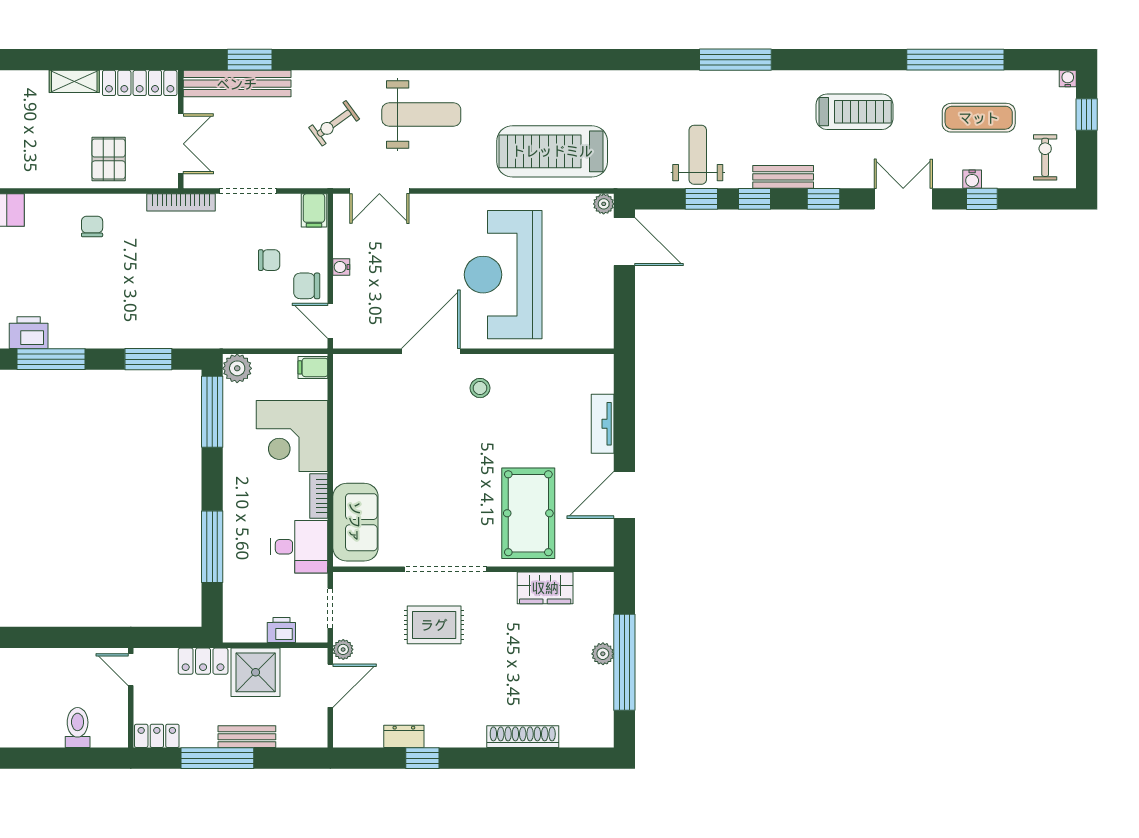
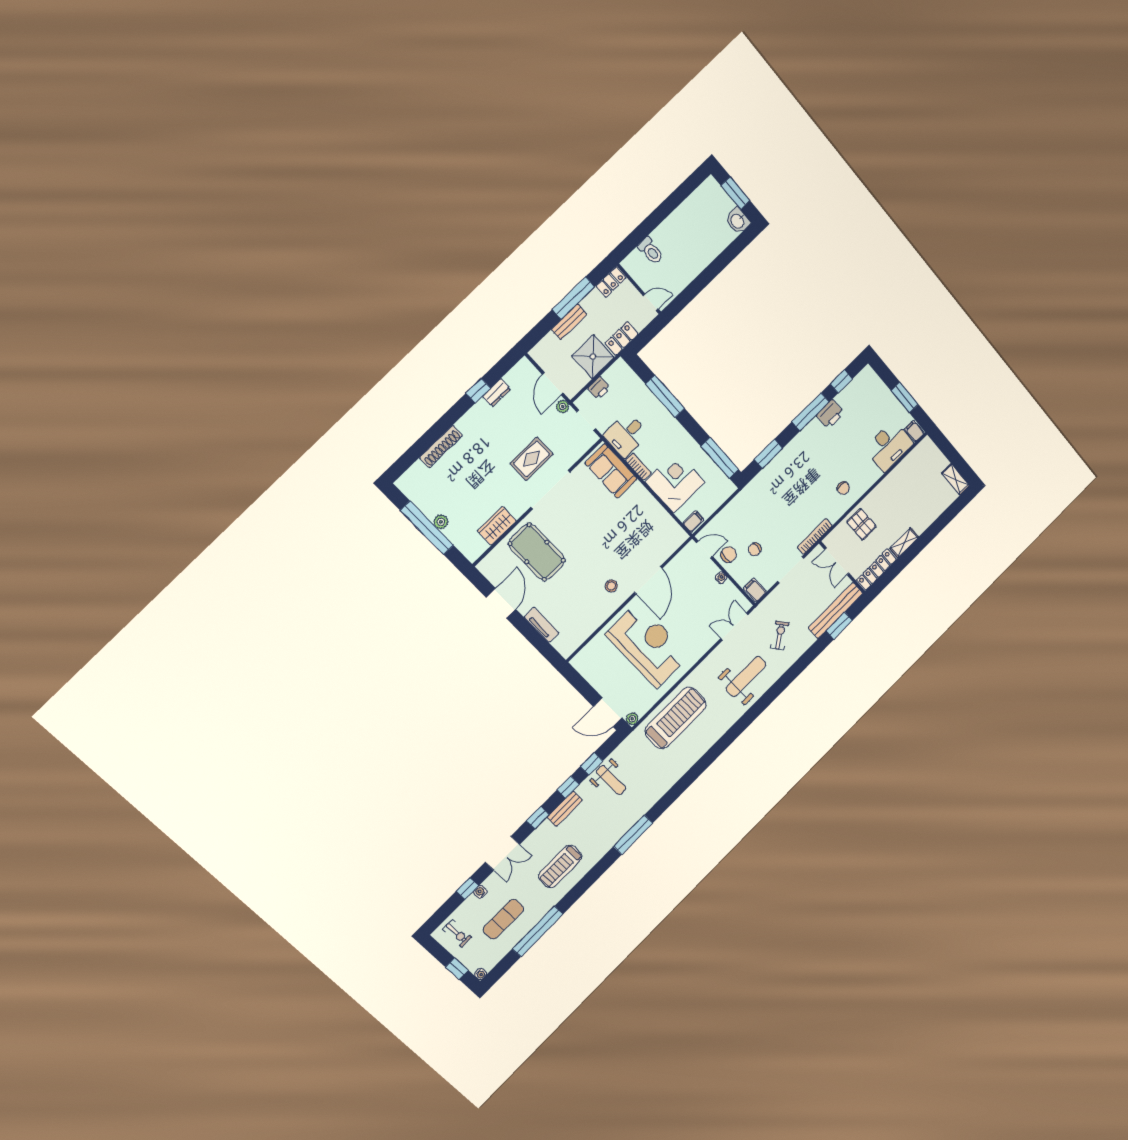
weight bench: (421, 115) -> (746, 676), turned 180
plant: (237, 368) -> (726, 488), removed

